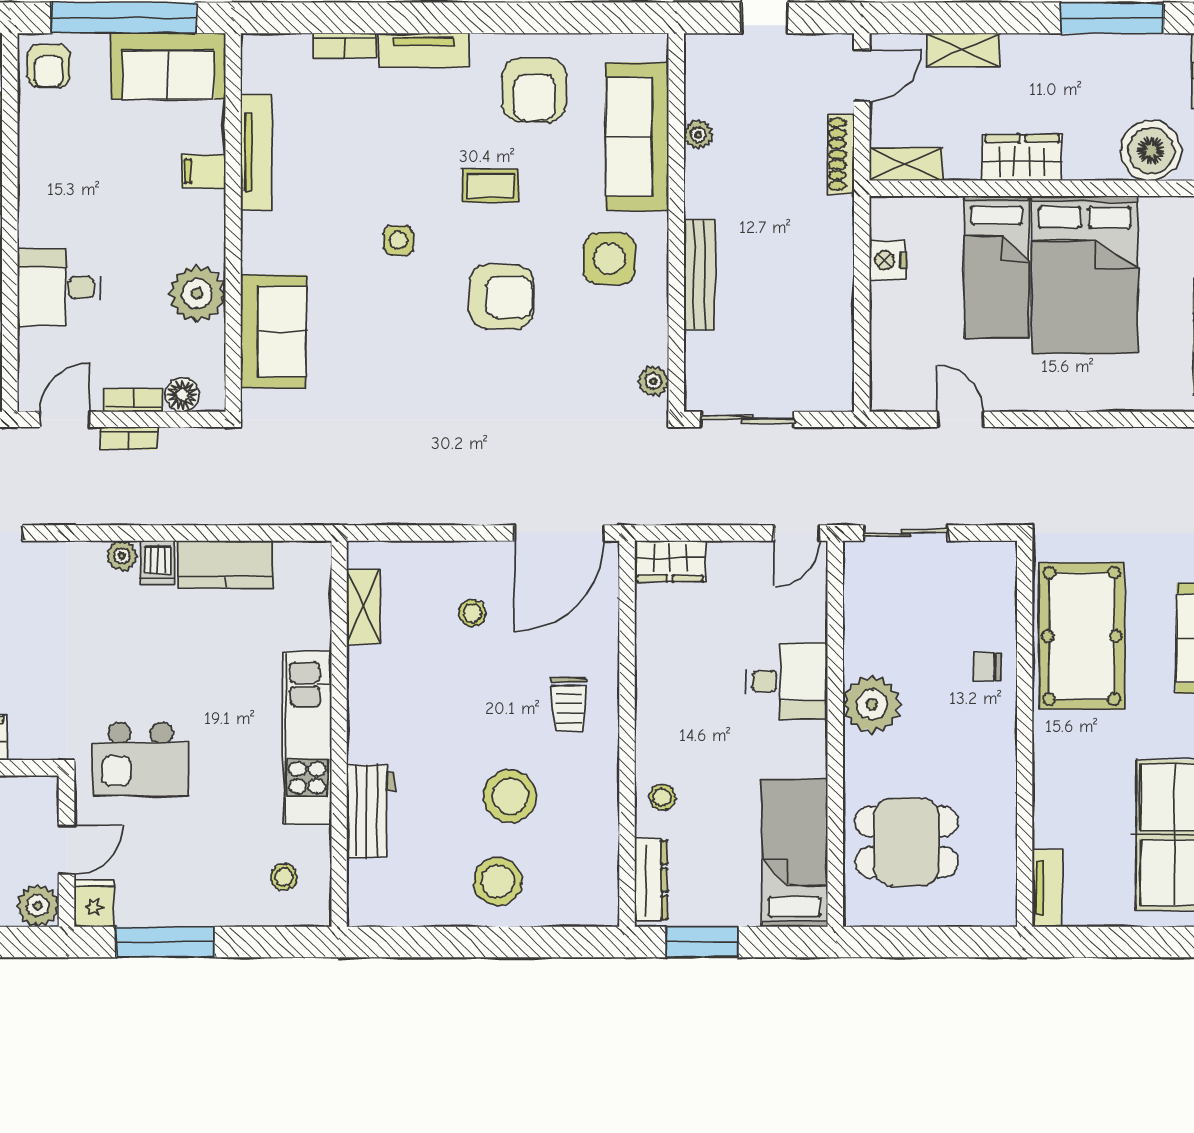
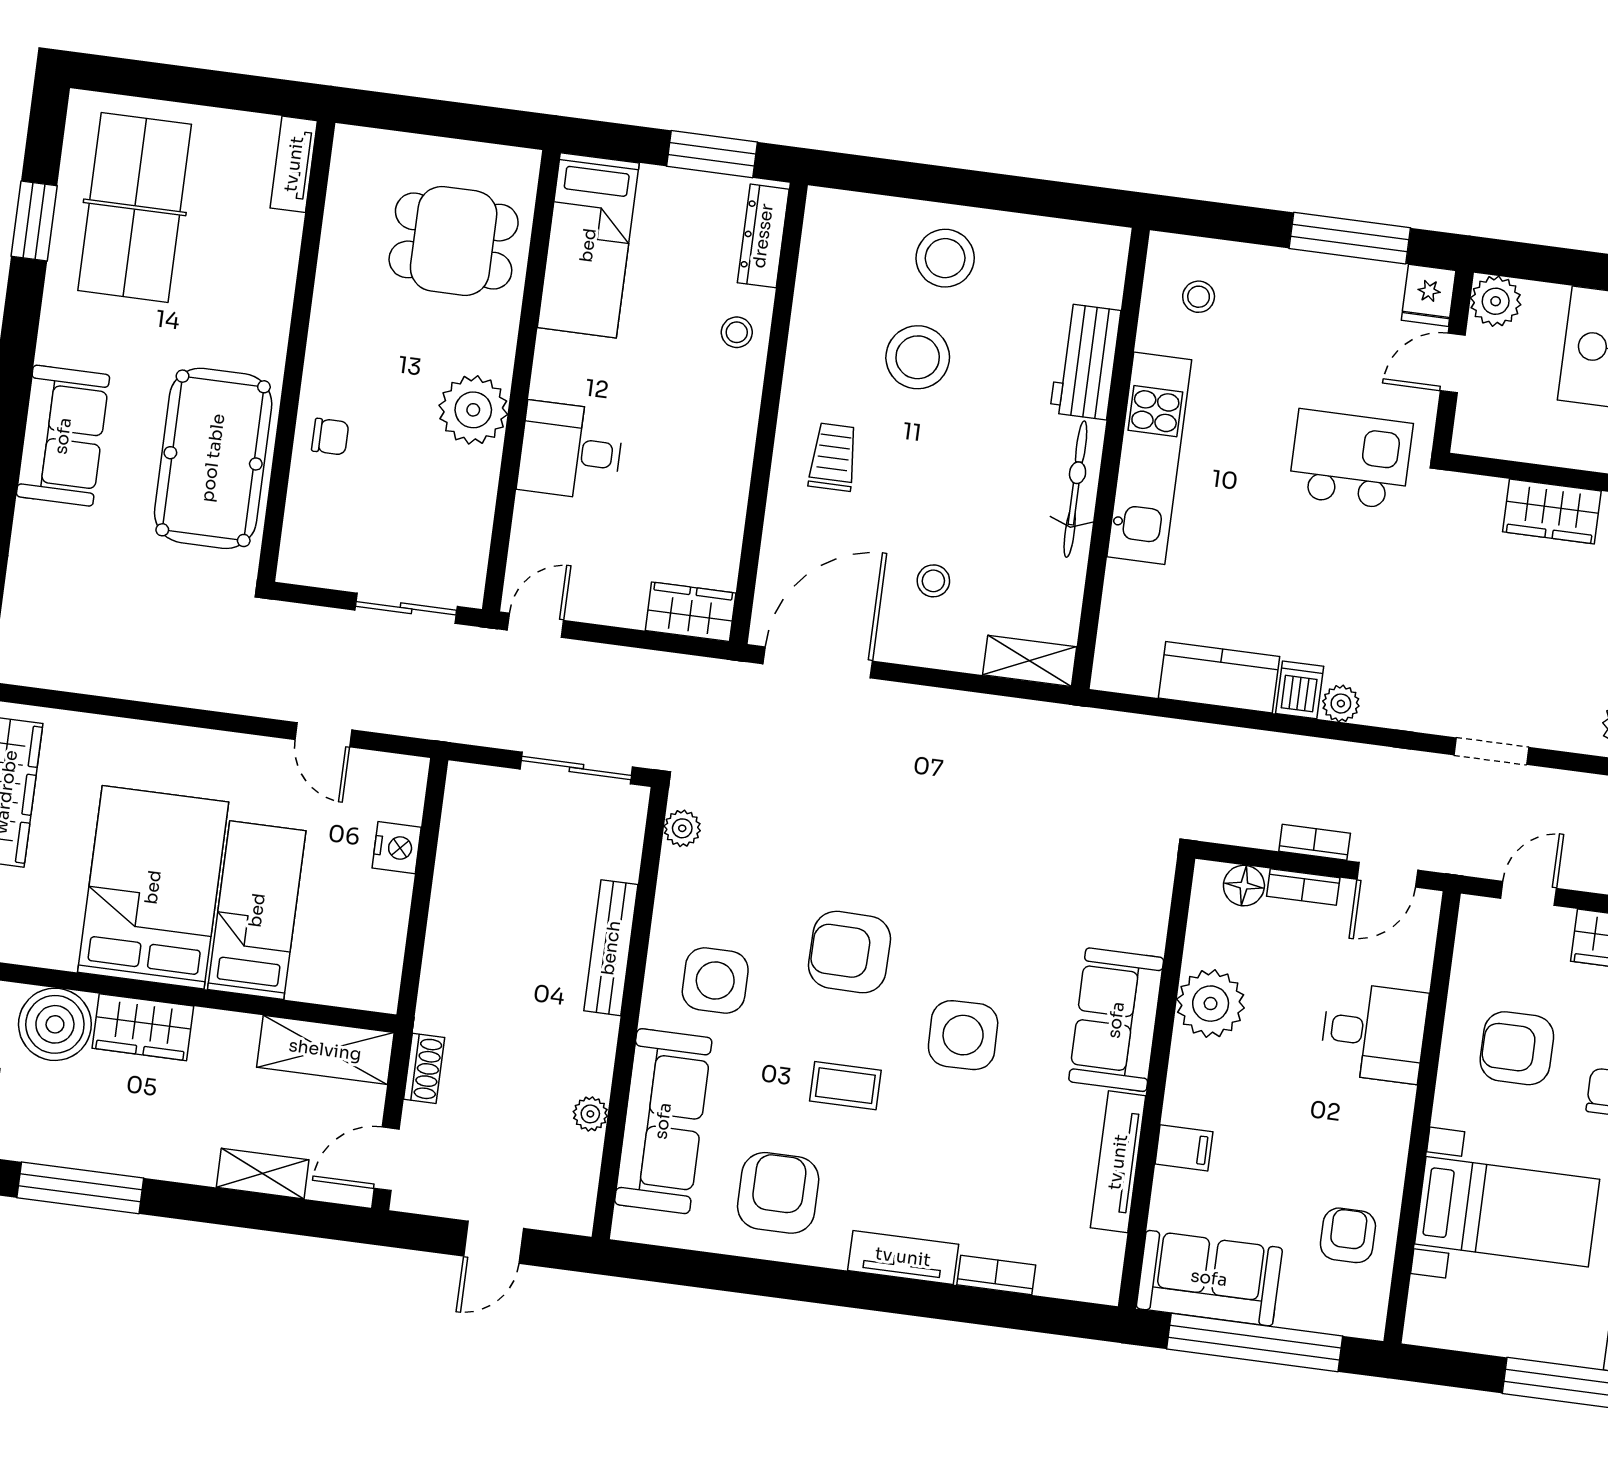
armchair: (49, 66) -> (1348, 1235), moved
shoe rack: (841, 154) -> (424, 1068), width x0.70
wardrobe: (1022, 158) -> (143, 1027), moved
shelving: (906, 164) -> (325, 1050), width x1.50, depth x1.33
side table: (398, 240) -> (963, 1035), width x1.87, depth x1.87
nightstand: (888, 260) -> (397, 848), moved
sofa: (273, 332) -> (1116, 1020), moved
shelving: (364, 607) -> (1030, 661), moved, turned 90
bicycle: (365, 704) -> (1075, 489), added

